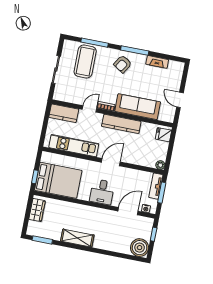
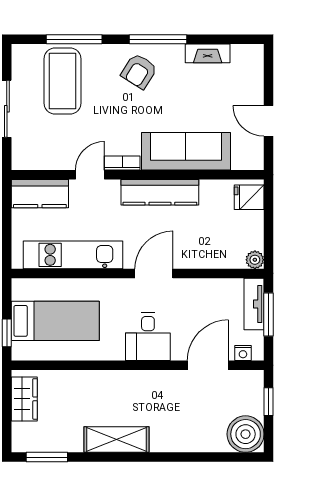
bed: (58, 180) -> (55, 321), width x0.67

